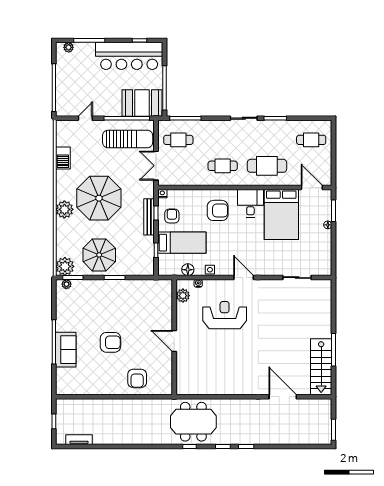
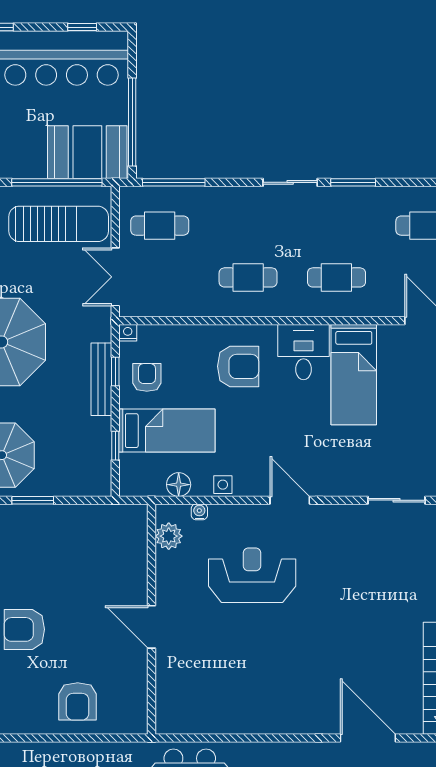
cafe table: (267, 166) -> (336, 277), width x0.73, depth x0.74
bed: (281, 215) -> (354, 375), width x0.67
armchair: (110, 342) -> (24, 629), turned 180

